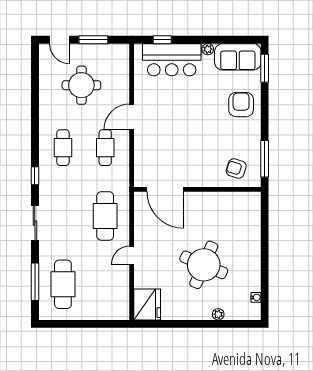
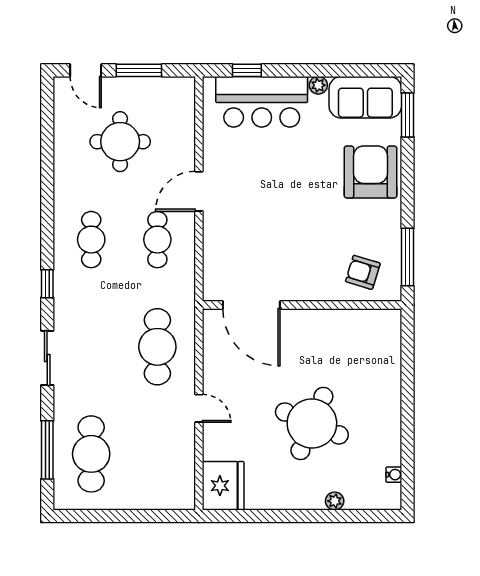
armchair: (241, 105) -> (370, 172), width x1.36, depth x1.36
door: (132, 255) -> (199, 408), swing flipped

